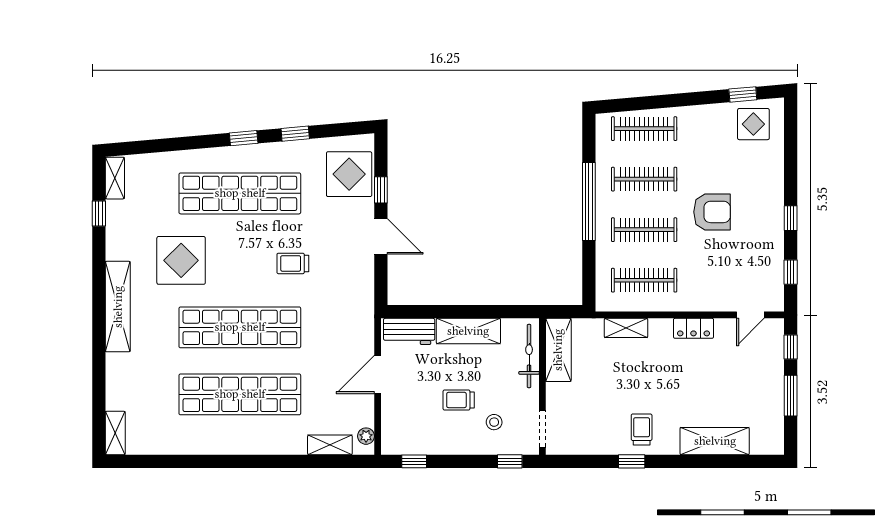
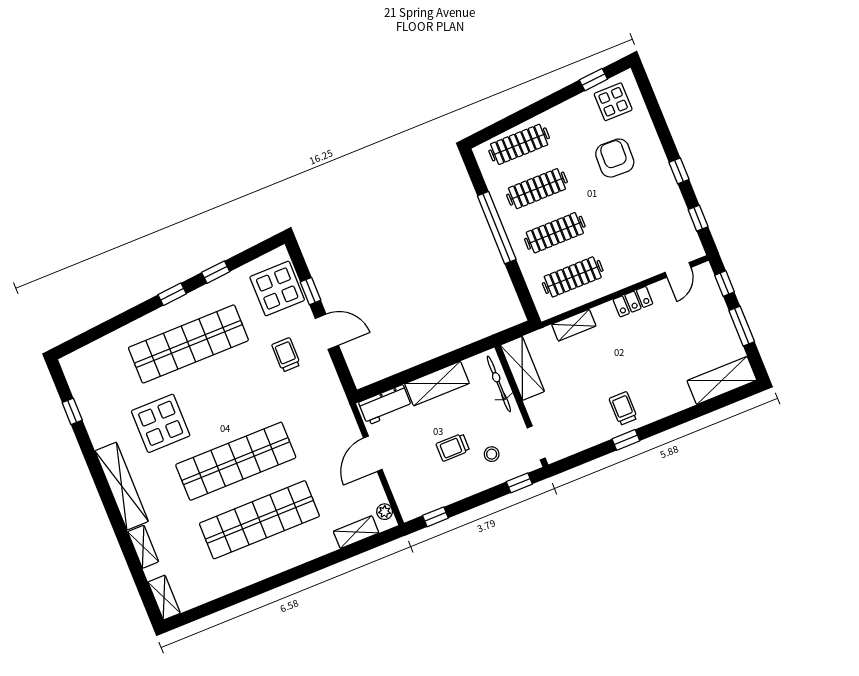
shelving: (115, 178) -> (143, 547), moved
armchair: (712, 212) -> (615, 158), moved, turned -88
trolley: (293, 263) -> (286, 355), moved, turned 90
shelving: (715, 441) -> (722, 380), moved

